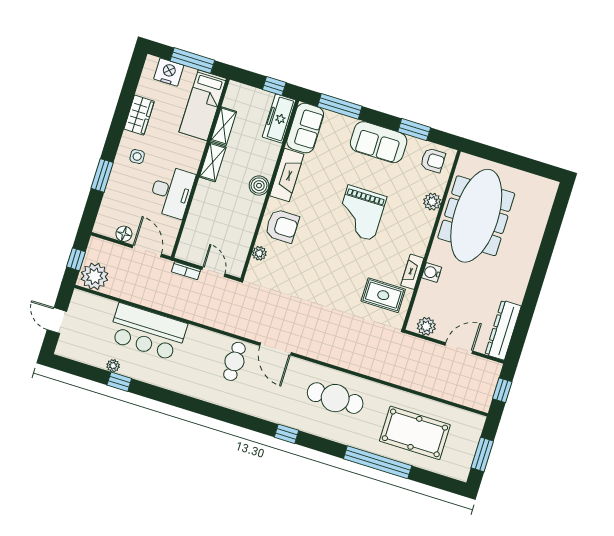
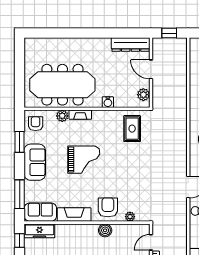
boiler: (259, 186) -> (105, 230), moved
fireplace: (412, 272) -> (80, 115), moved

